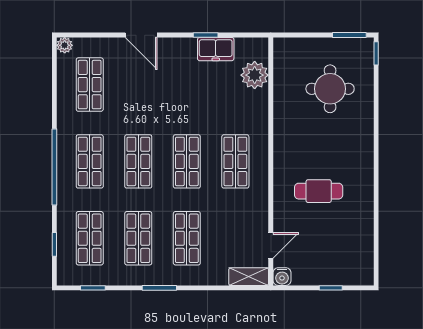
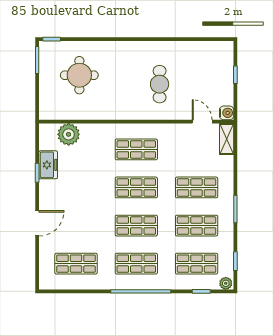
plant: (65, 45) -> (226, 283), moved

